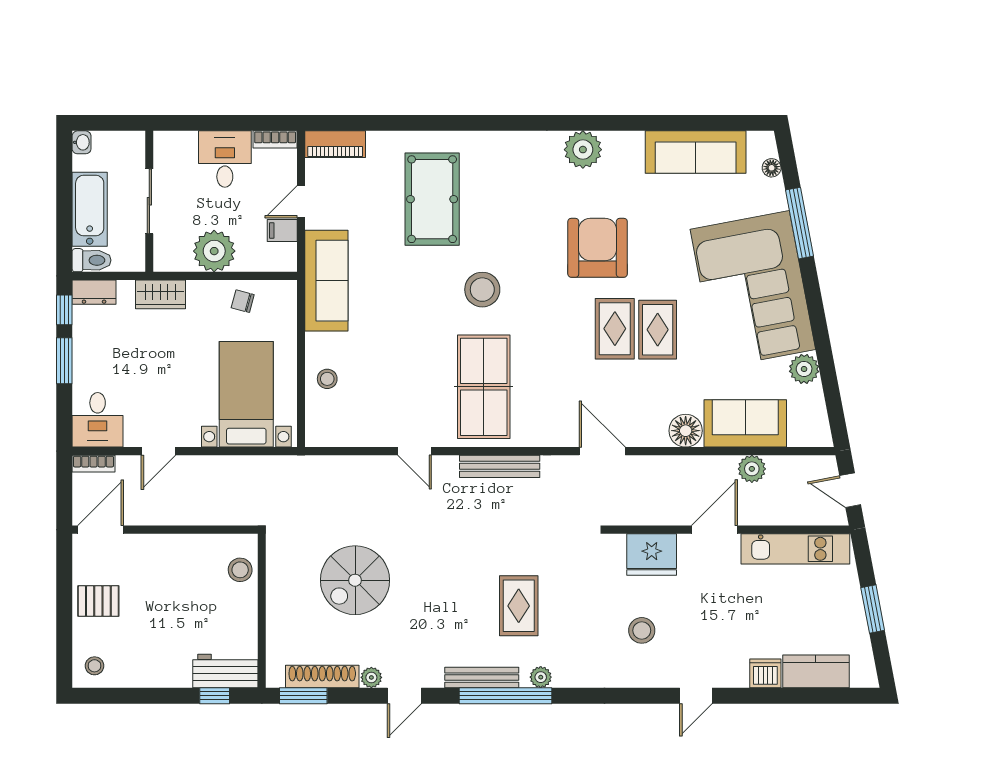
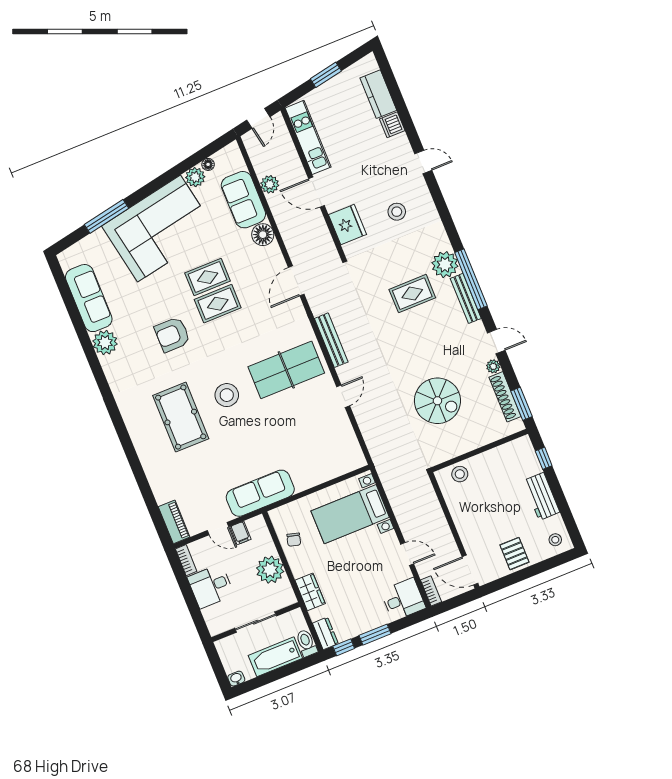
plant: (583, 150) -> (105, 343), moved
floor lamp: (772, 168) -> (208, 164), moved
pool table: (432, 199) -> (181, 417), moved, turned 90
armchair: (598, 248) -> (172, 335), width x0.73, depth x0.73
stool: (327, 379) -> (320, 468), removed
workbench: (225, 671) -> (541, 496), moved
plant: (541, 677) -> (445, 265), width x1.87, depth x1.87

